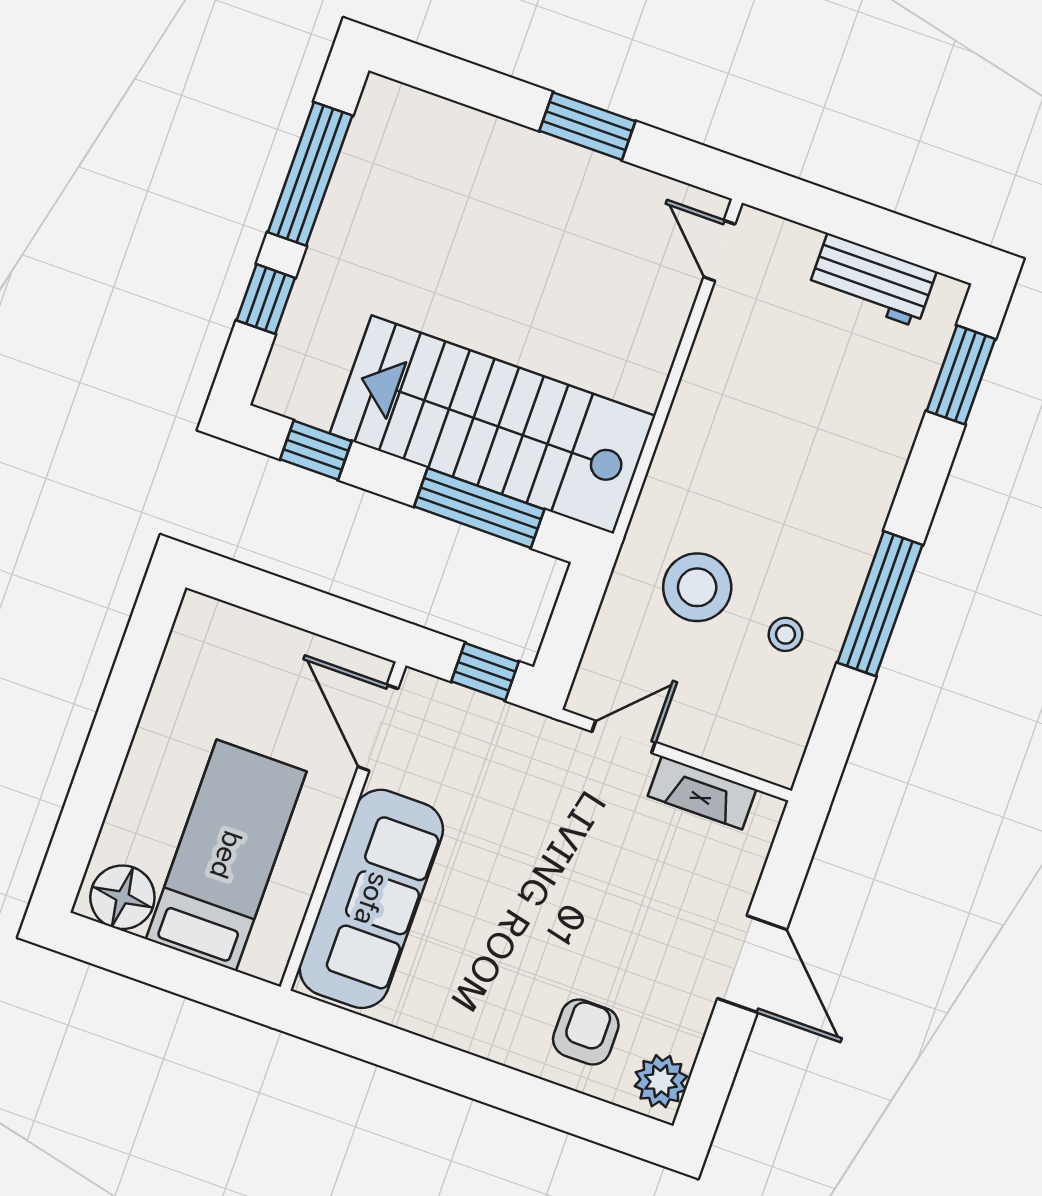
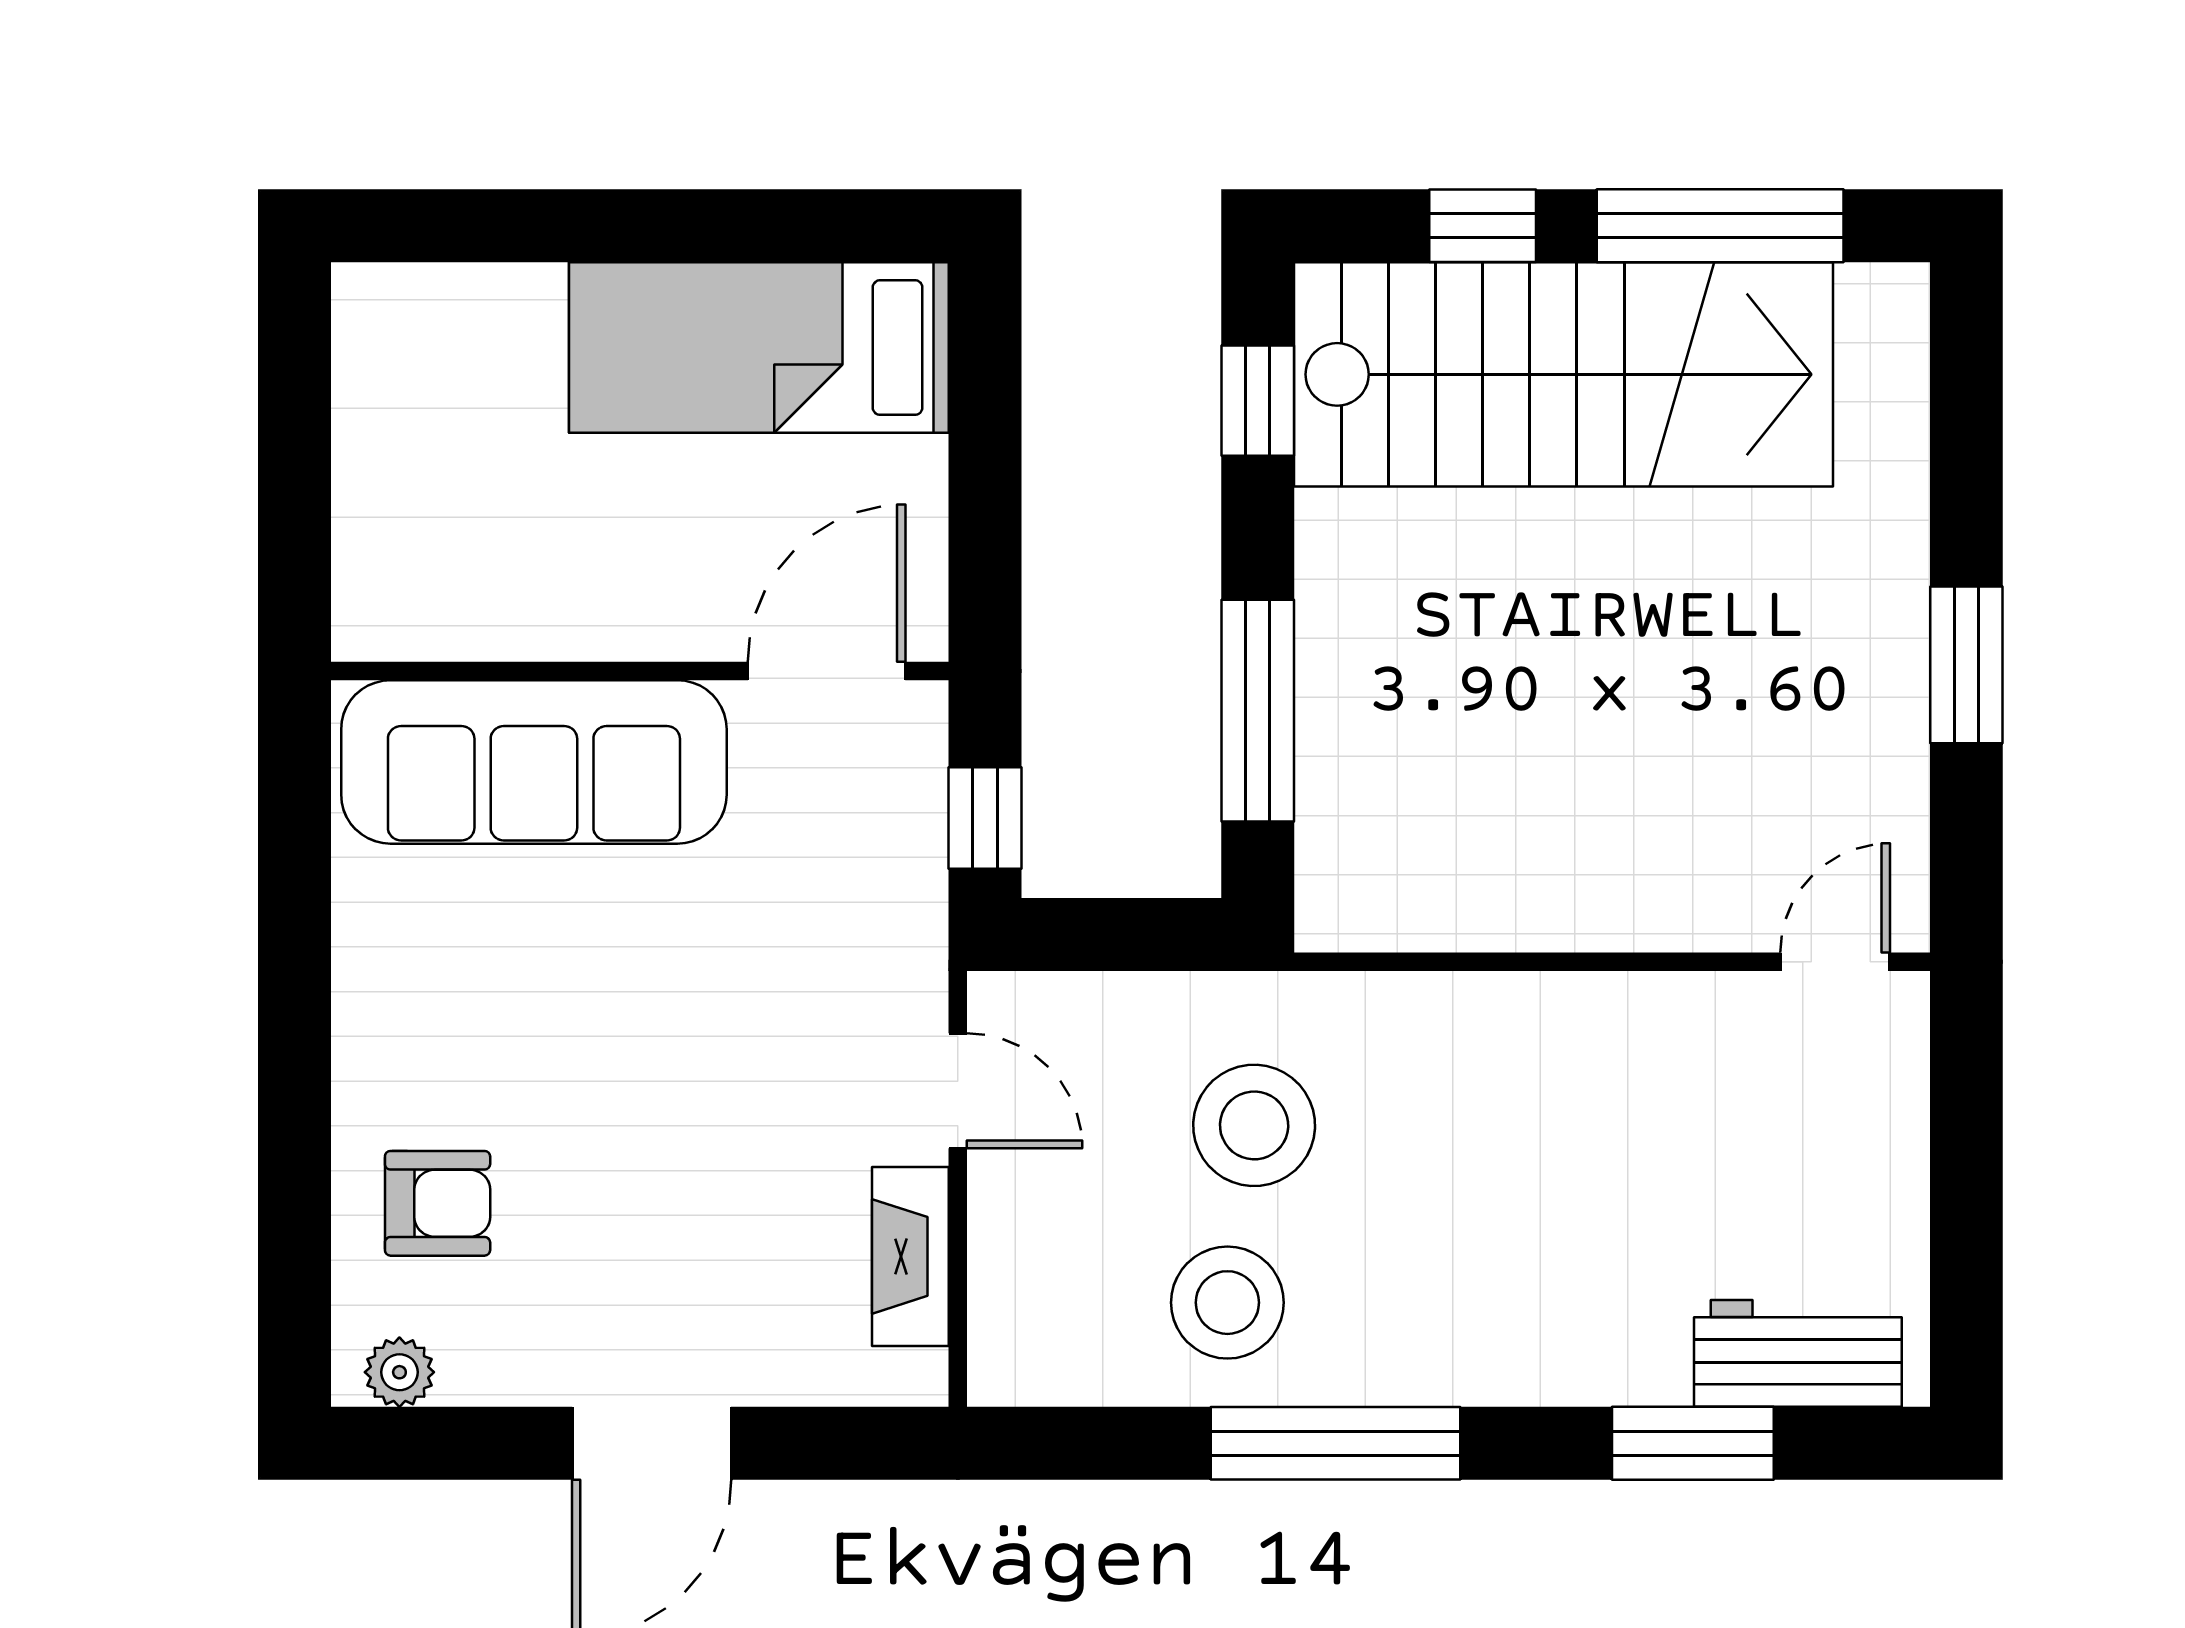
workbench: (872, 280) -> (1798, 1353), moved, turned 90
window: (961, 375) -> (1693, 1443), moved
stairs: (493, 425) -> (1563, 374), moved, turned 90
stool: (785, 634) -> (1227, 1303), width x1.89, depth x1.89
bed: (226, 855) -> (759, 348), moved, turned 180
floor lamp: (122, 897) -> (388, 341), removed
plant: (661, 1081) -> (399, 1372), width x0.73, depth x0.73

